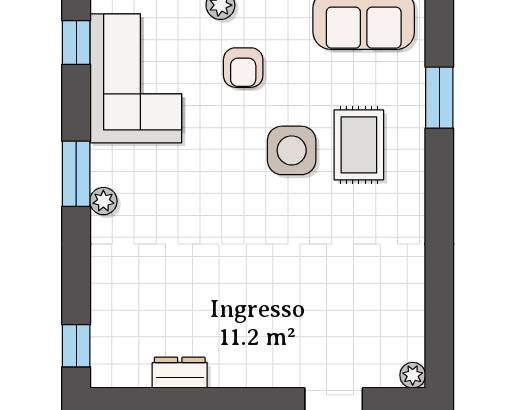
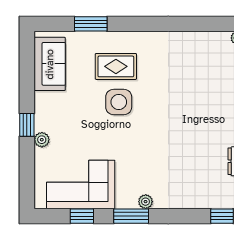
window: (76, 43) -> (82, 216), moved
armchair: (243, 68) -> (75, 128), removed

